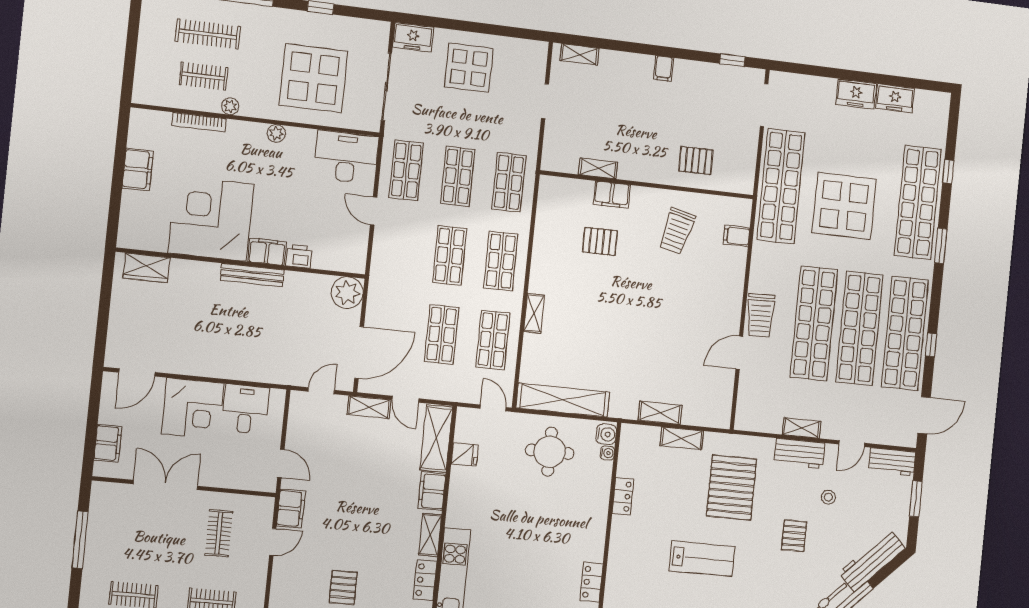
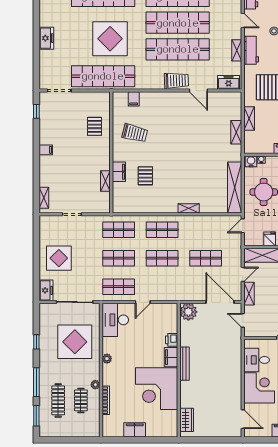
freezer: (895, 98) -> (229, 82), moved, turned -90
shop shelf: (493, 340) -> (206, 230), removed

